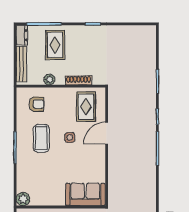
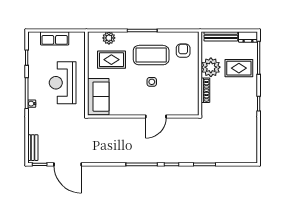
plant: (49, 80) -> (211, 67), width x1.87, depth x1.87
armchair: (36, 104) -> (183, 51), turned 180
rug: (86, 107) -> (111, 60), moved
door: (107, 133) -> (156, 117), swing flipped
coffee table: (41, 138) -> (151, 55), width x1.36, depth x1.32
plant: (23, 199) -> (109, 38), moved

